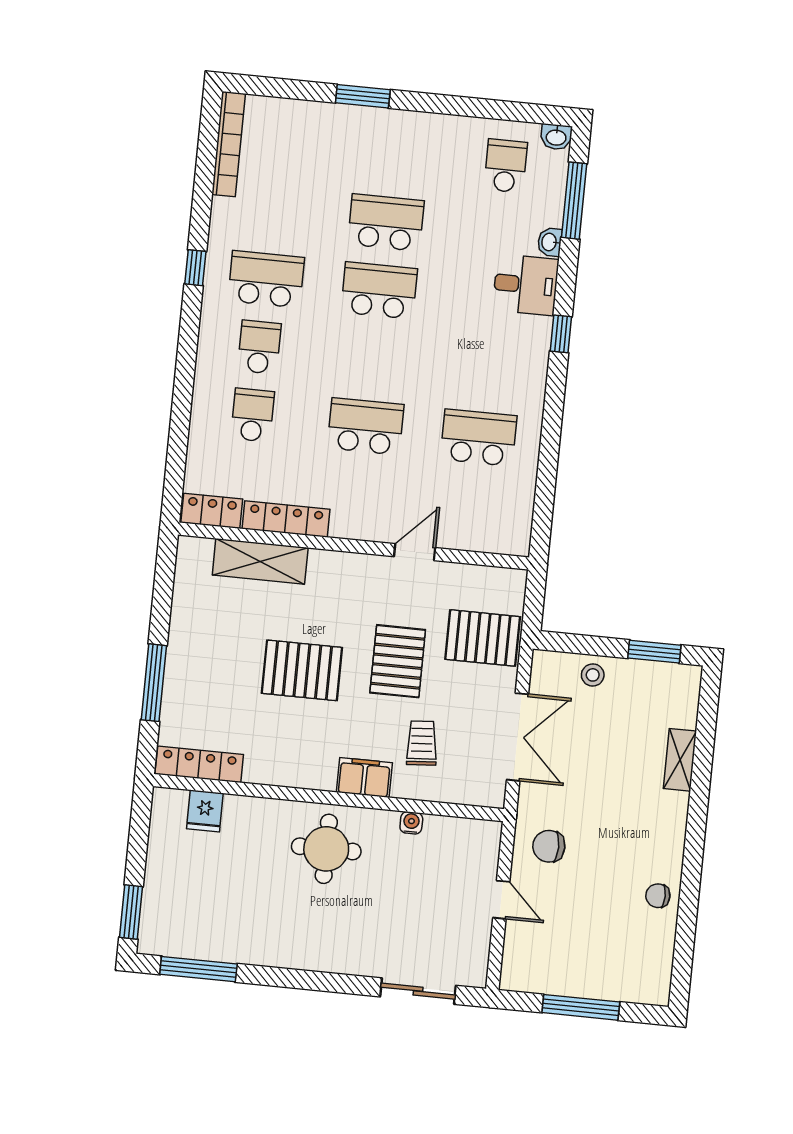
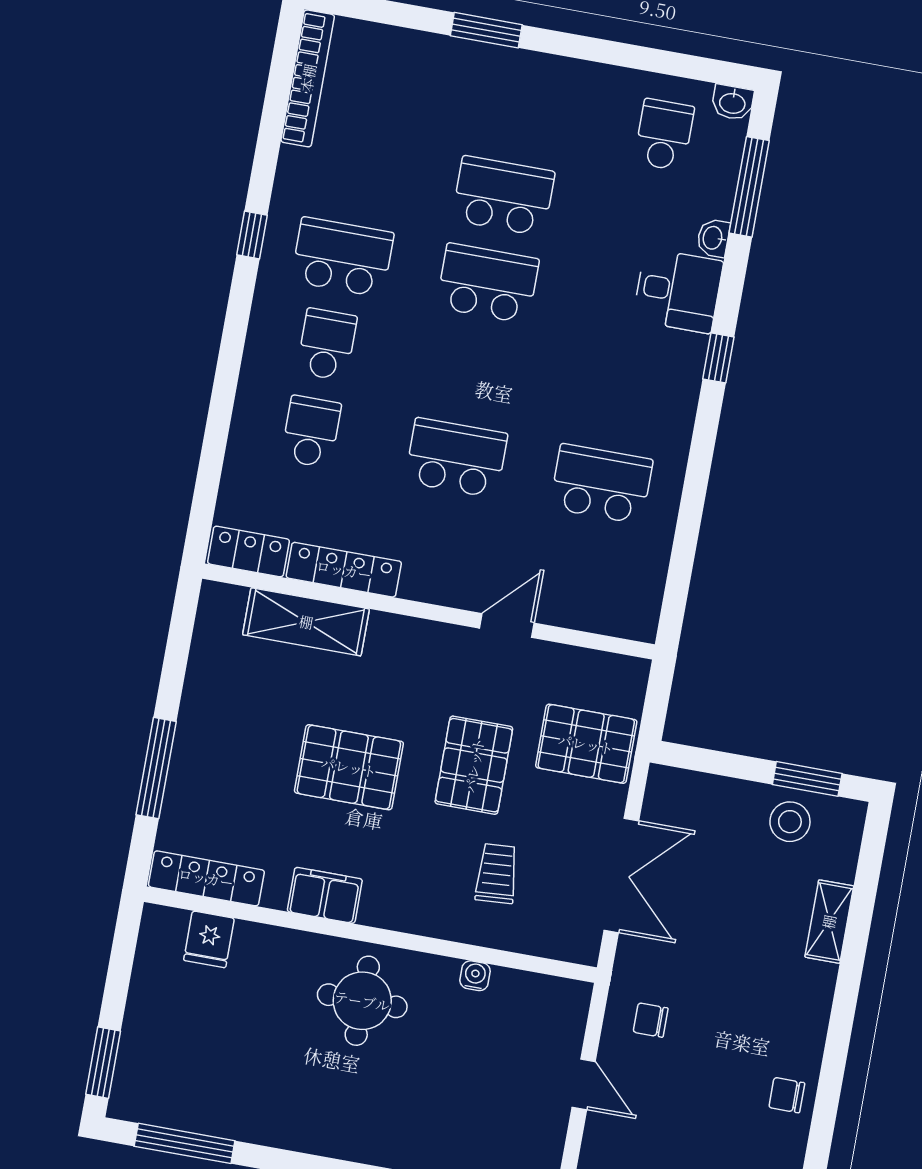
stool: (593, 675) -> (790, 822), moved, width x1.37, depth x1.37
filing cabinet: (364, 777) -> (325, 895), moved
chair: (549, 846) -> (651, 1020), width x0.73, depth x0.73

